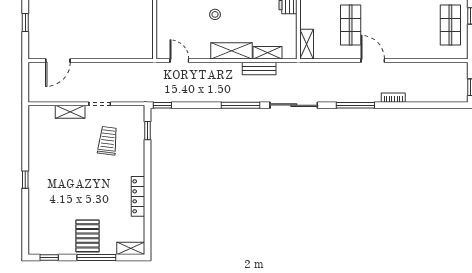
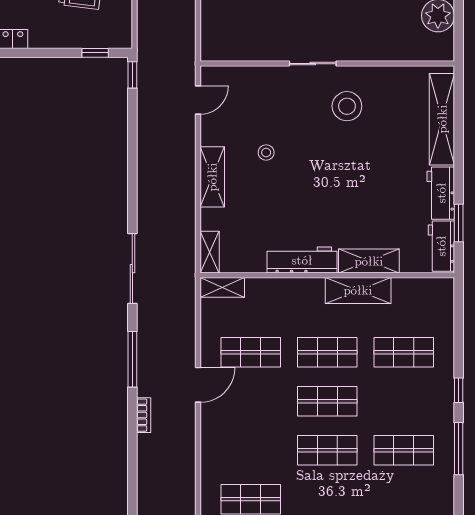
shelving: (268, 53) -> (210, 252), moved
bench: (259, 68) -> (187, 217), removed
window: (240, 105) -> (132, 190), removed

